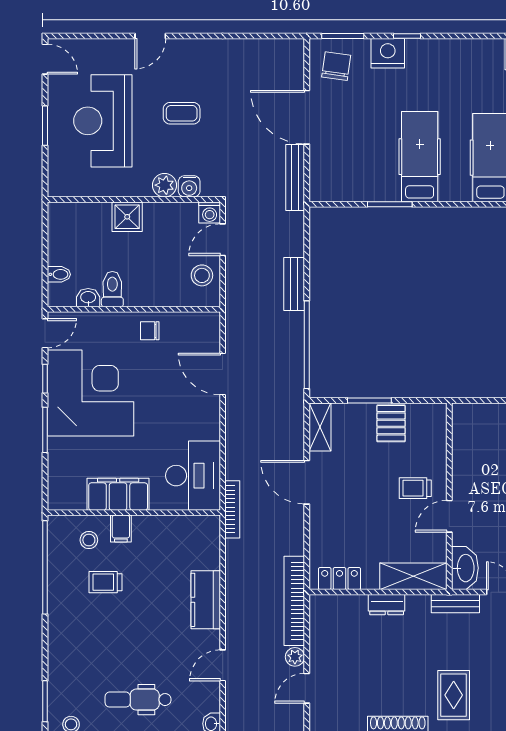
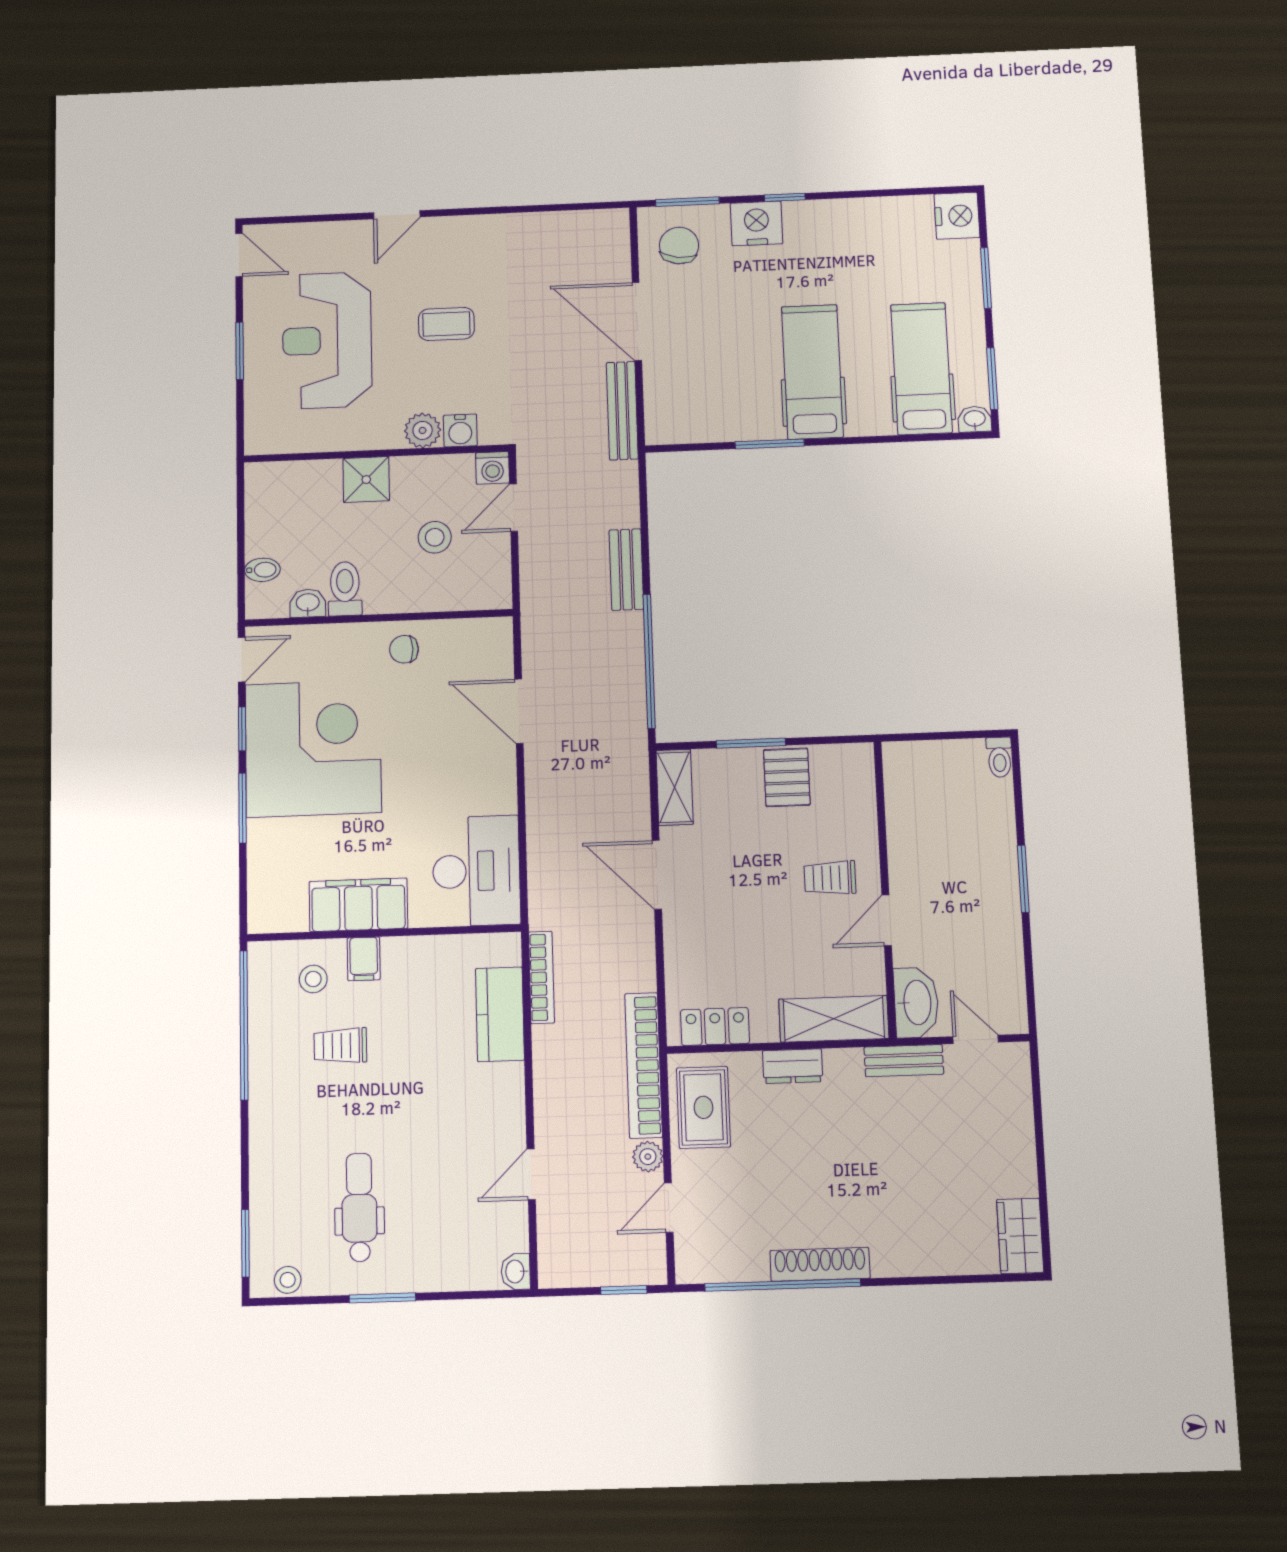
stool: (202, 275) -> (435, 537), moved
bookcase: (232, 509) -> (541, 977), moved
kitchen counter: (206, 600) -> (500, 1014), moved
rug: (454, 695) -> (703, 1107), moved
dental chair: (138, 700) -> (359, 1207), moved, turned 90

